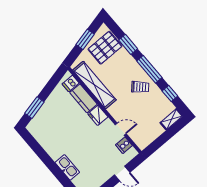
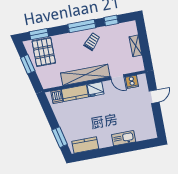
window: (128, 44) -> (39, 34), moved
shelving: (94, 85) -> (85, 75), moved
shelving: (171, 119) -> (136, 46), moved
door: (121, 129) -> (117, 77), swing flipped
kitchen counter: (41, 135) -> (85, 145), added

